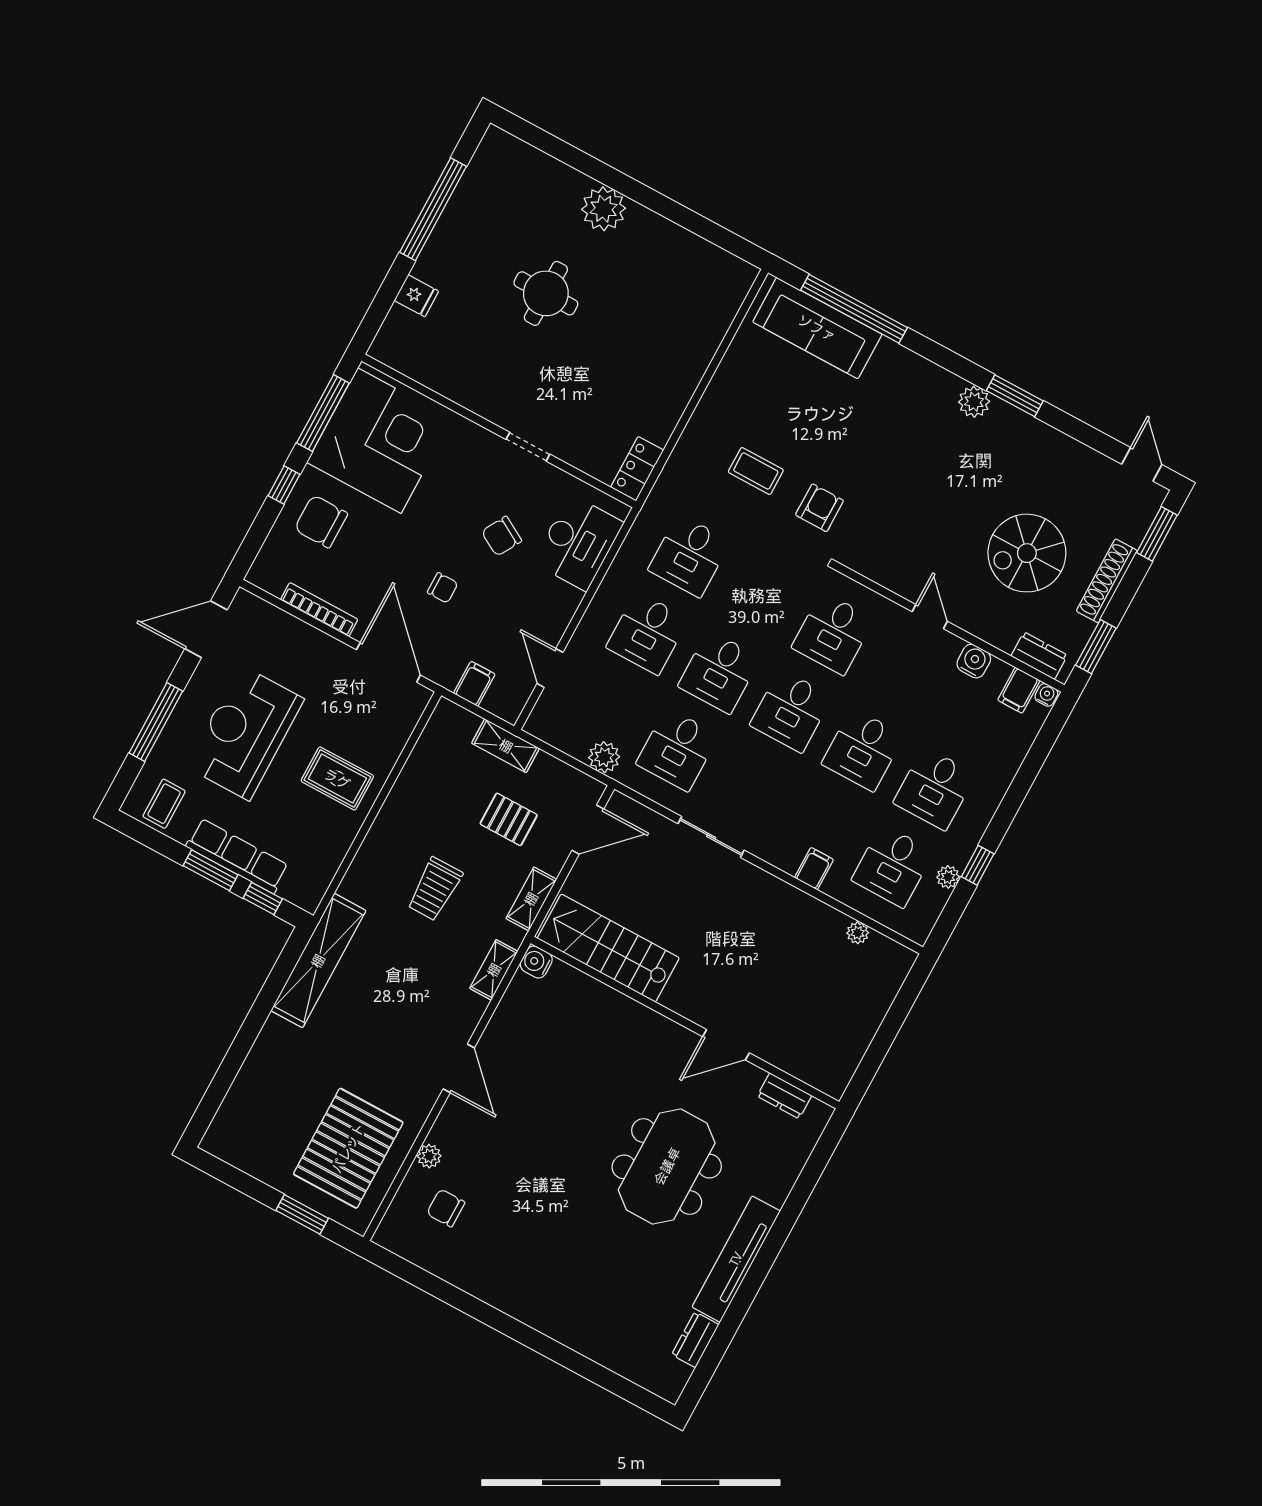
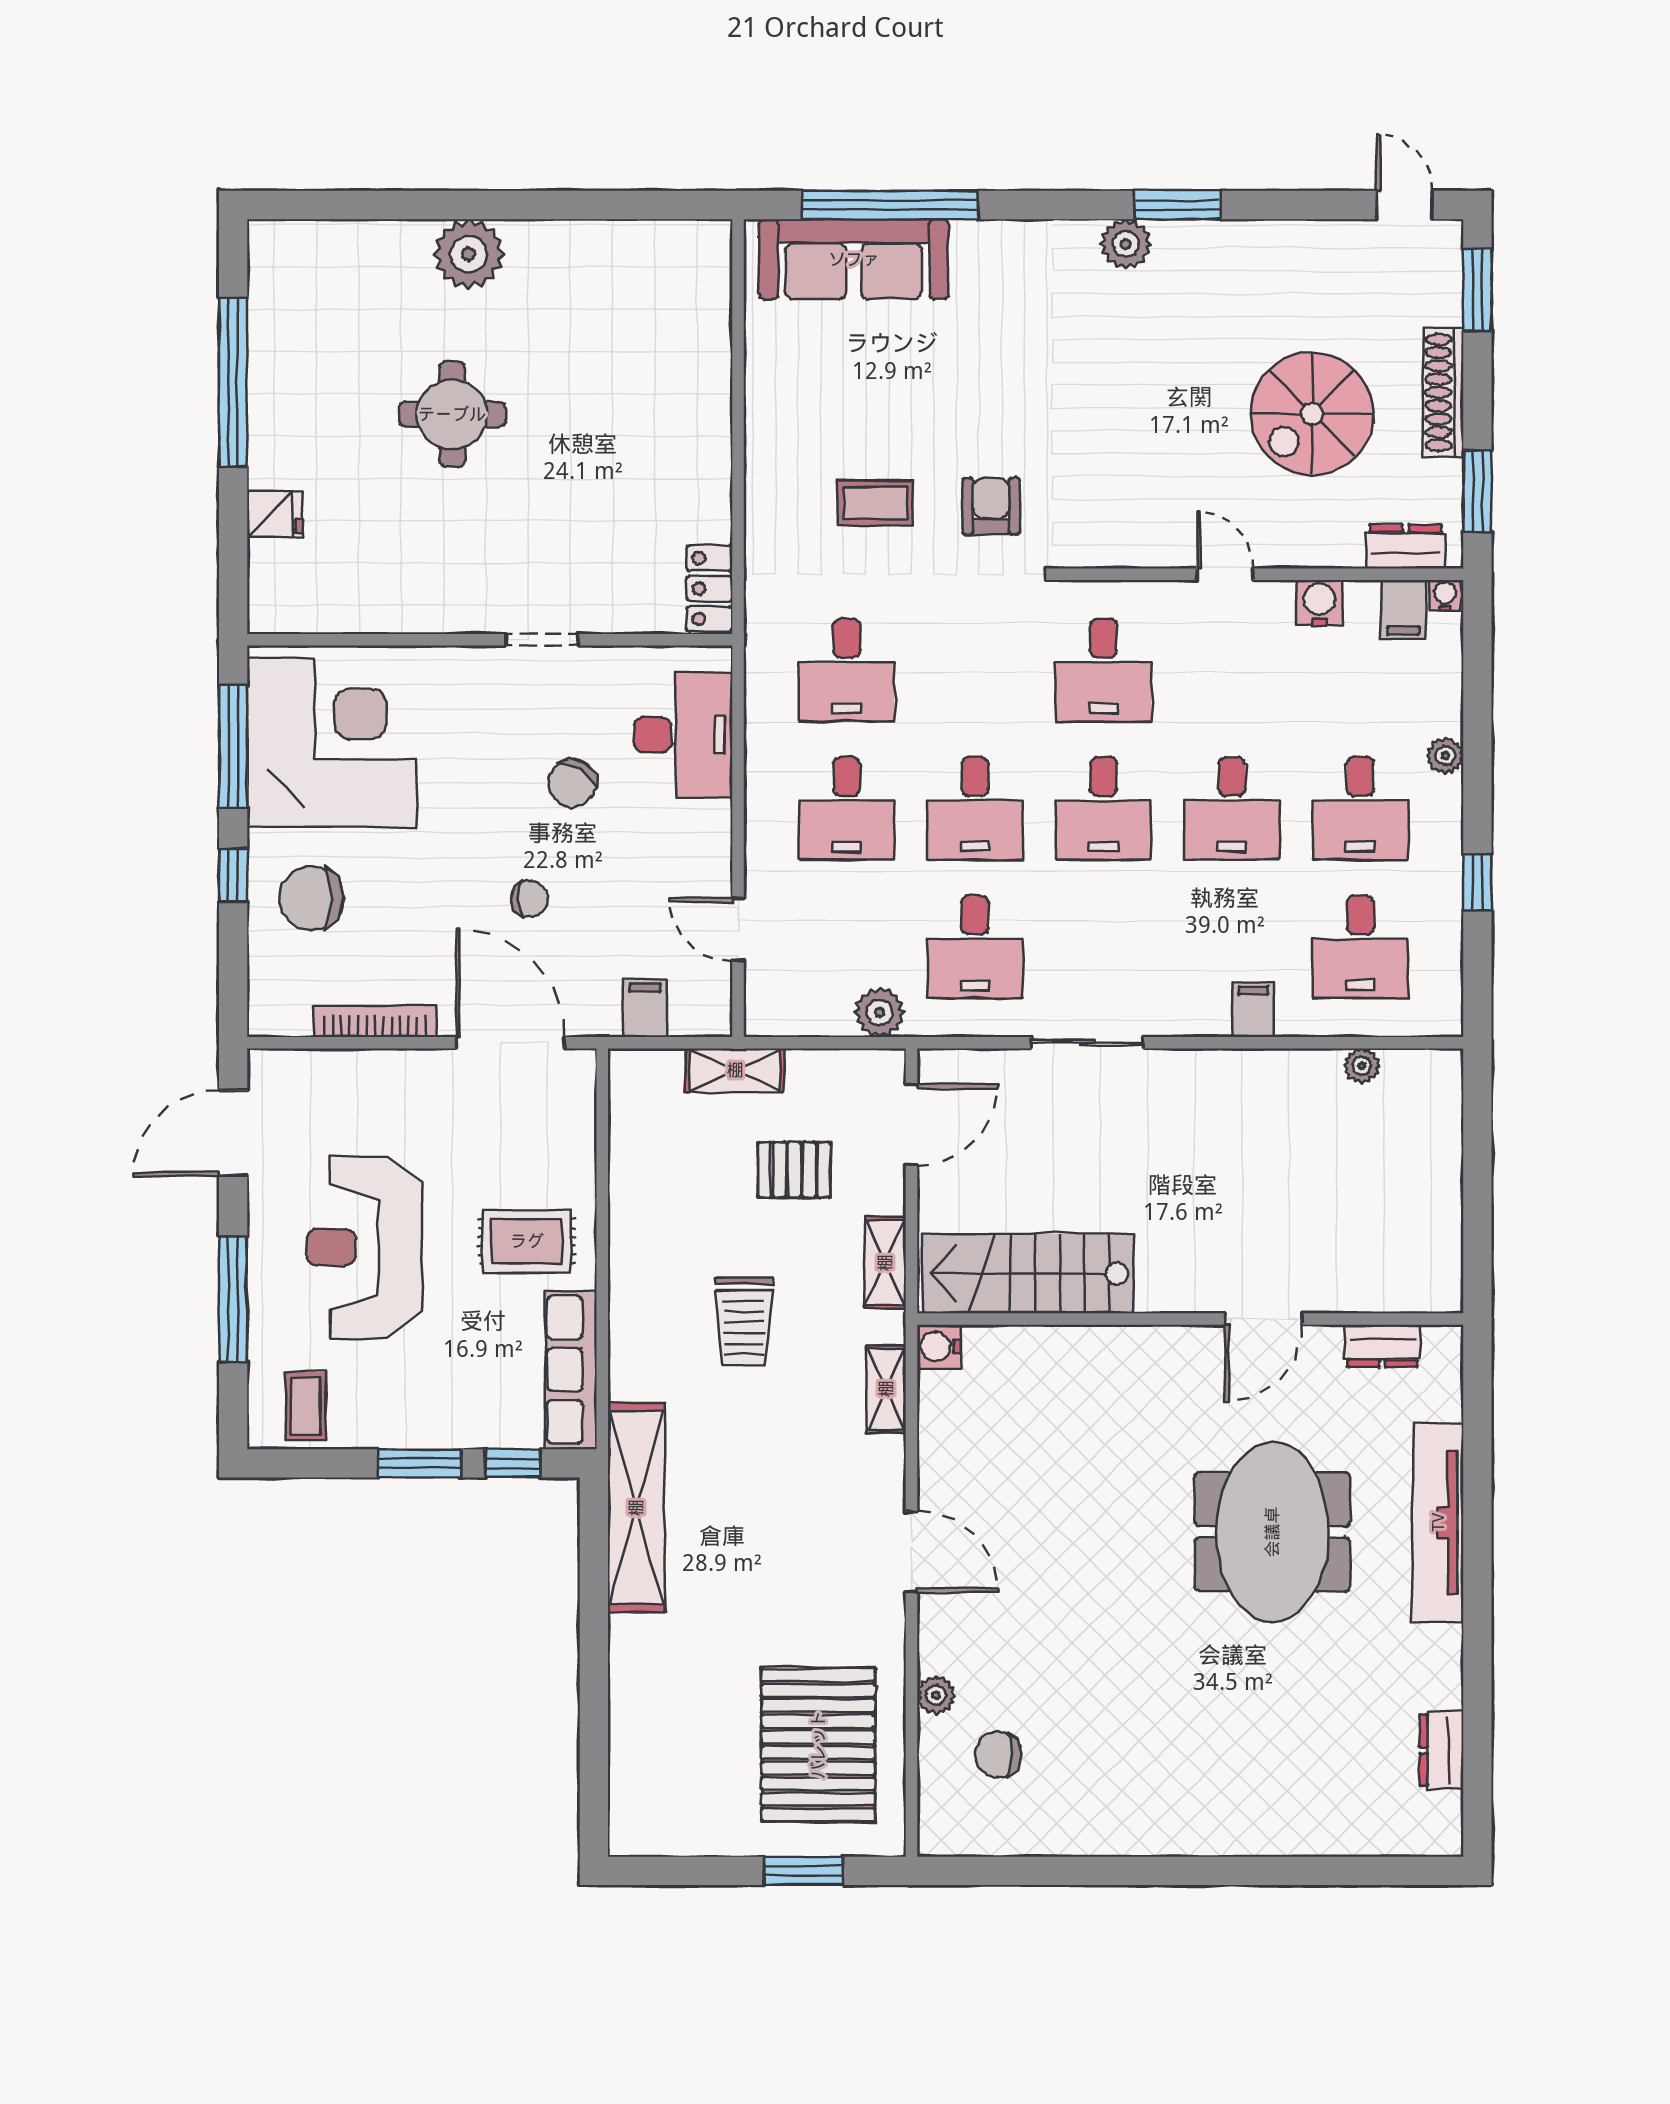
row of seats: (237, 856) -> (571, 1370), moved, turned -90
plant: (948, 877) -> (1445, 756), moved
tv unit: (736, 1259) -> (1438, 1522), moved

